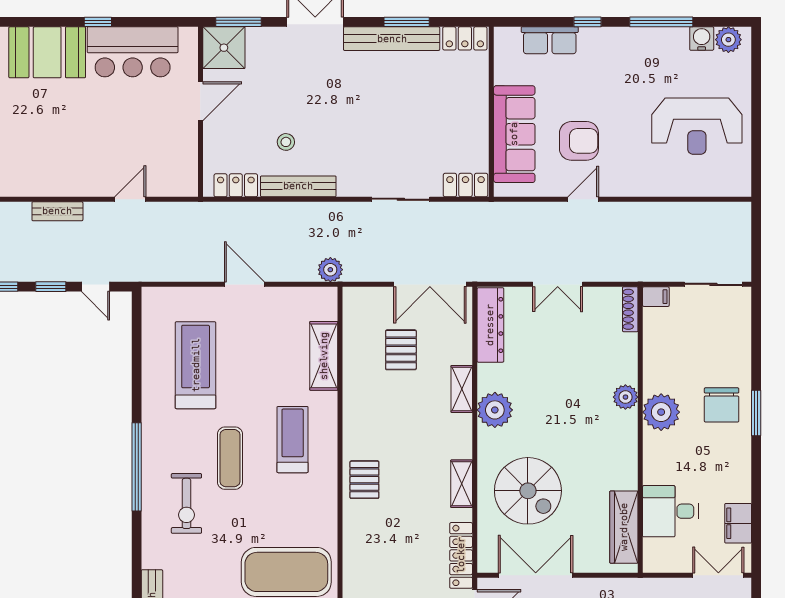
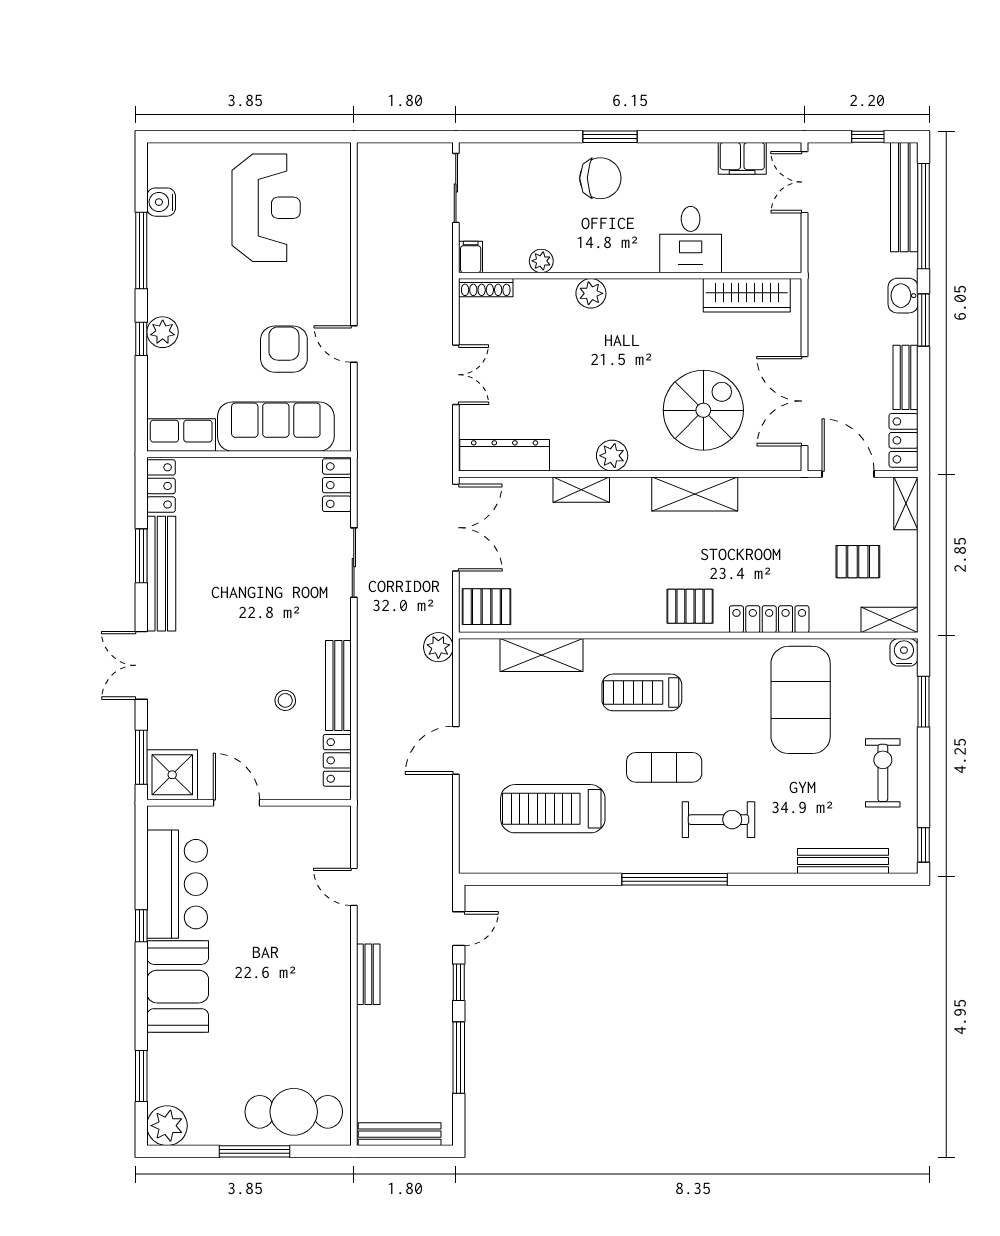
row of seats: (550, 40) -> (181, 435), moved, turned -90
plant: (728, 40) -> (163, 332), moved
pallet: (401, 350) -> (486, 607), moved
plant: (495, 410) -> (612, 456), width x0.73, depth x0.73
plant: (661, 412) -> (541, 261), moved, width x0.53, depth x0.53
shelving: (462, 484) -> (695, 494), width x1.50, depth x1.33
desk: (670, 511) -> (691, 240), moved
locker: (461, 555) -> (769, 619), moved, turned 180

